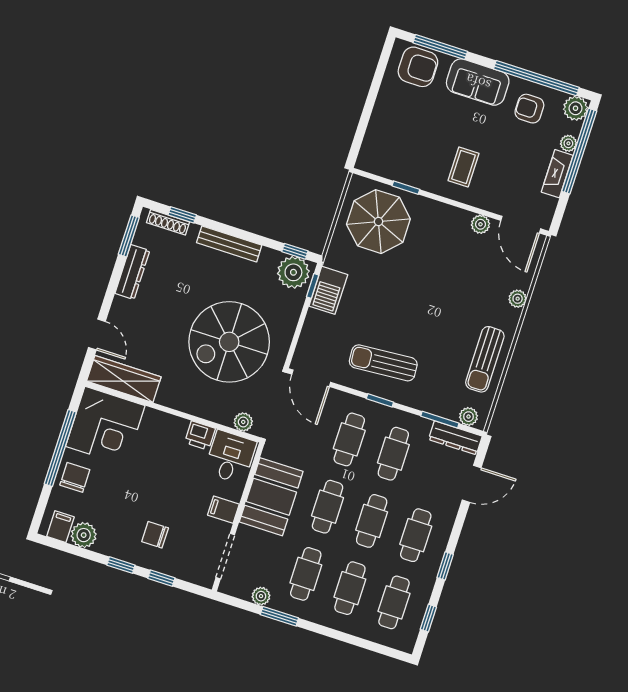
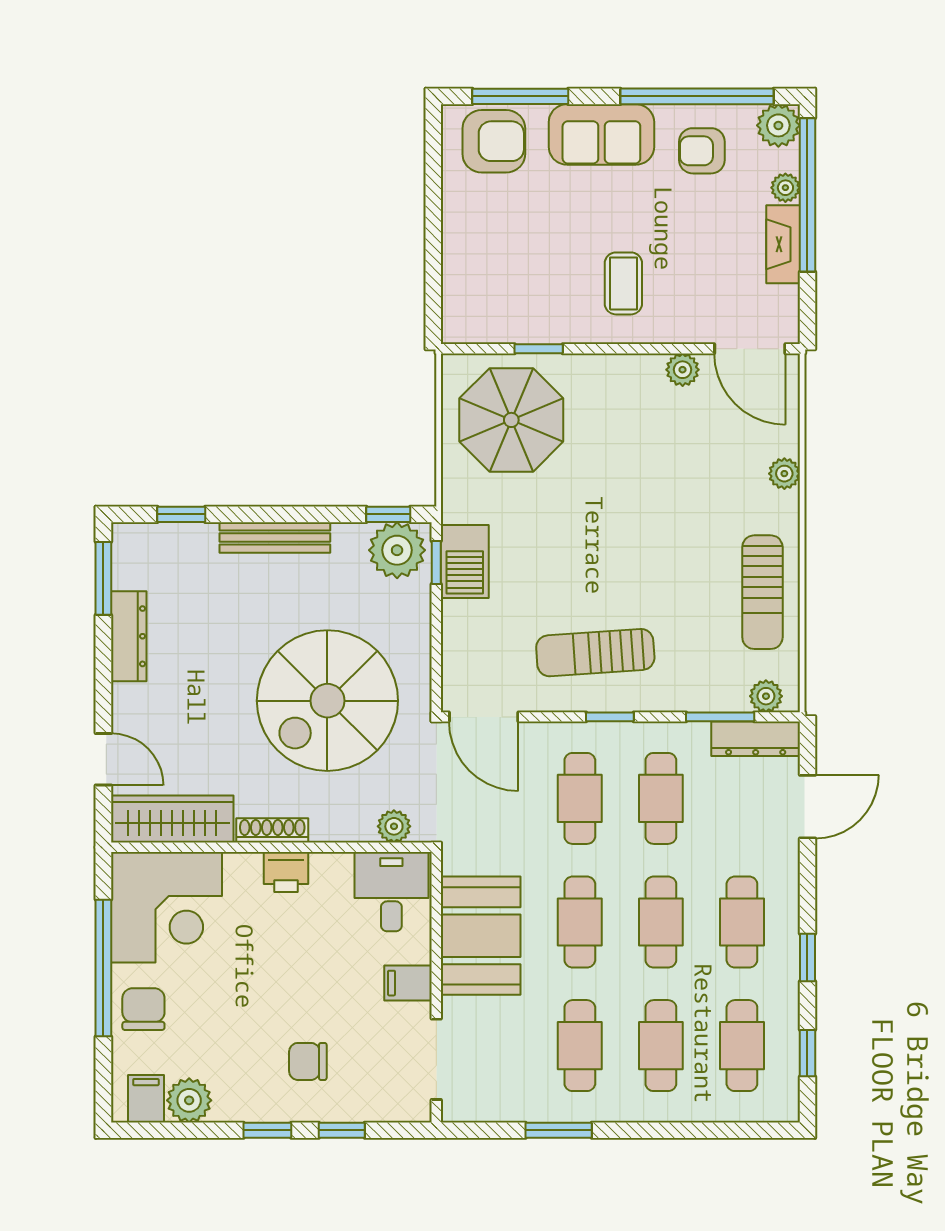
shoe rack: (168, 222) -> (272, 830), moved, turned 180
printer: (200, 435) -> (286, 872), moved
plant: (261, 596) -> (517, 1107), removed

